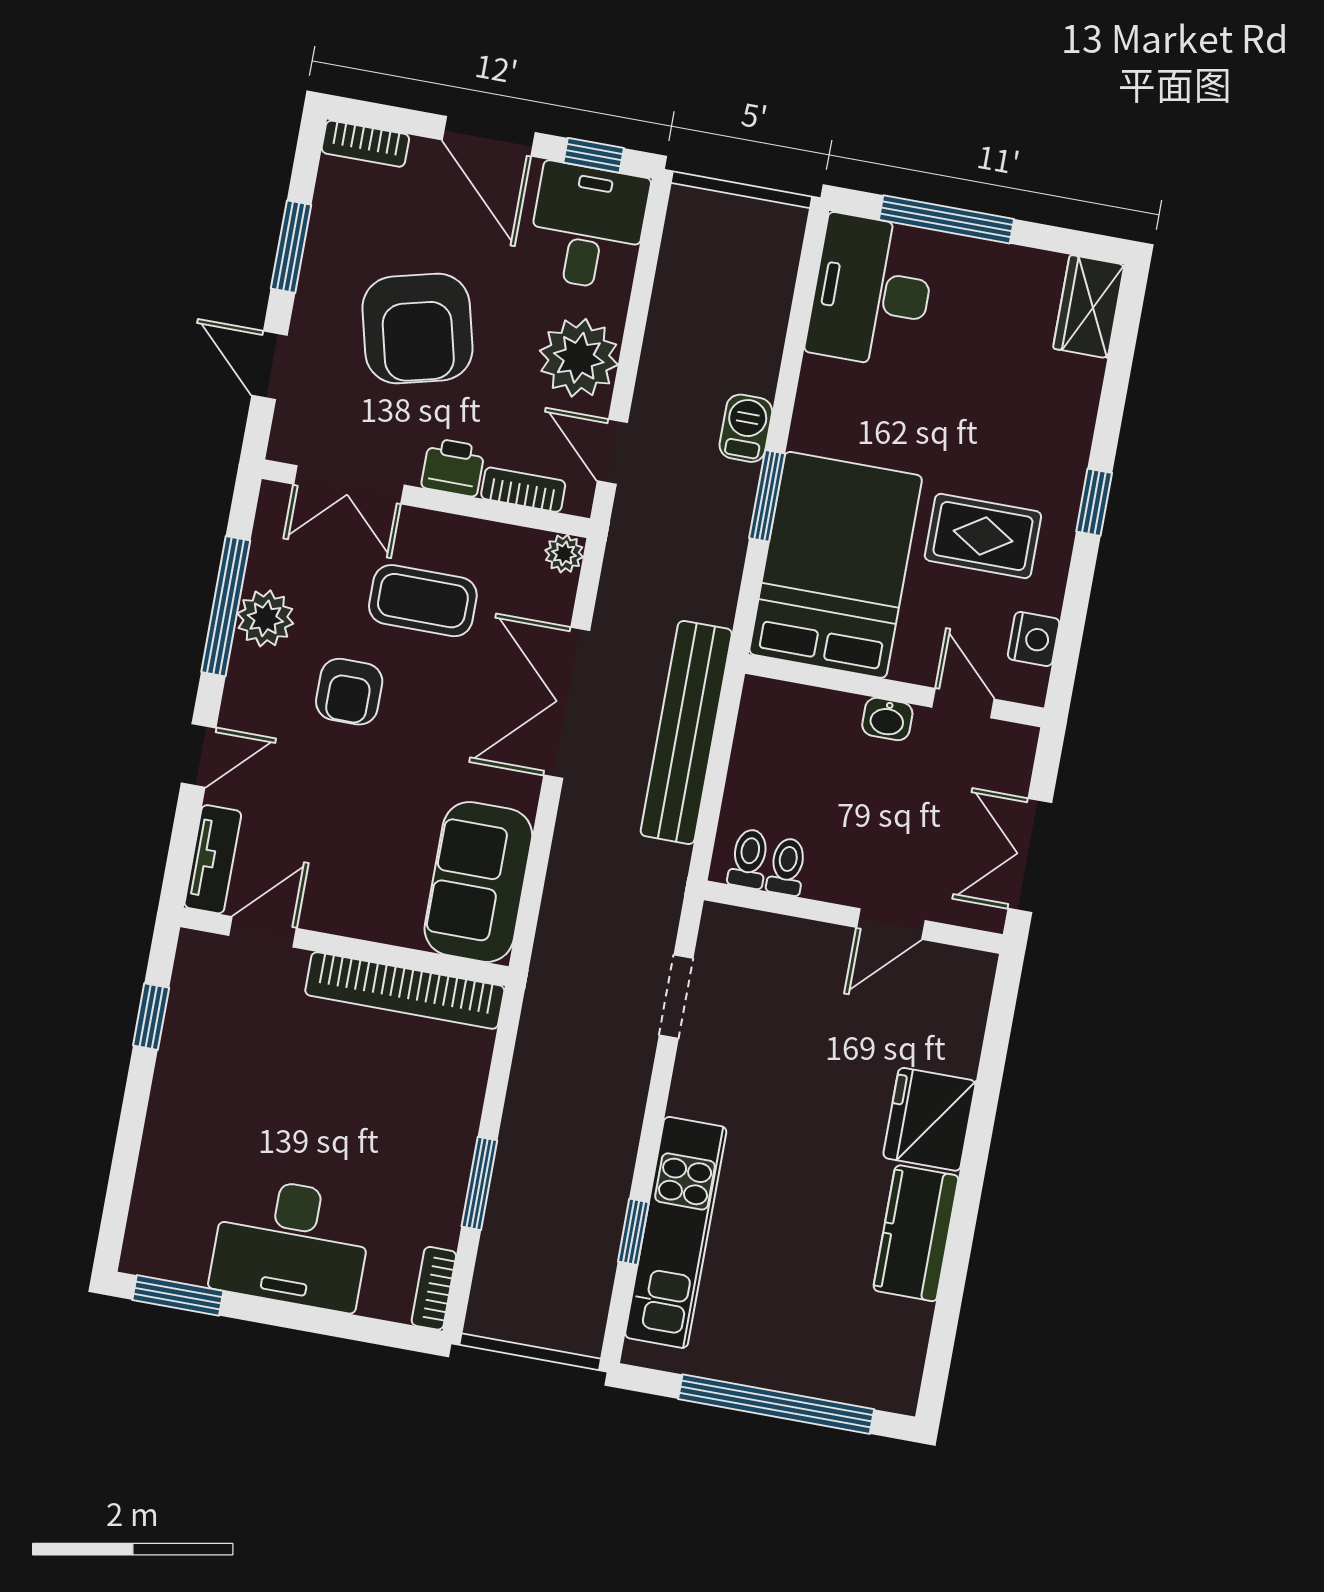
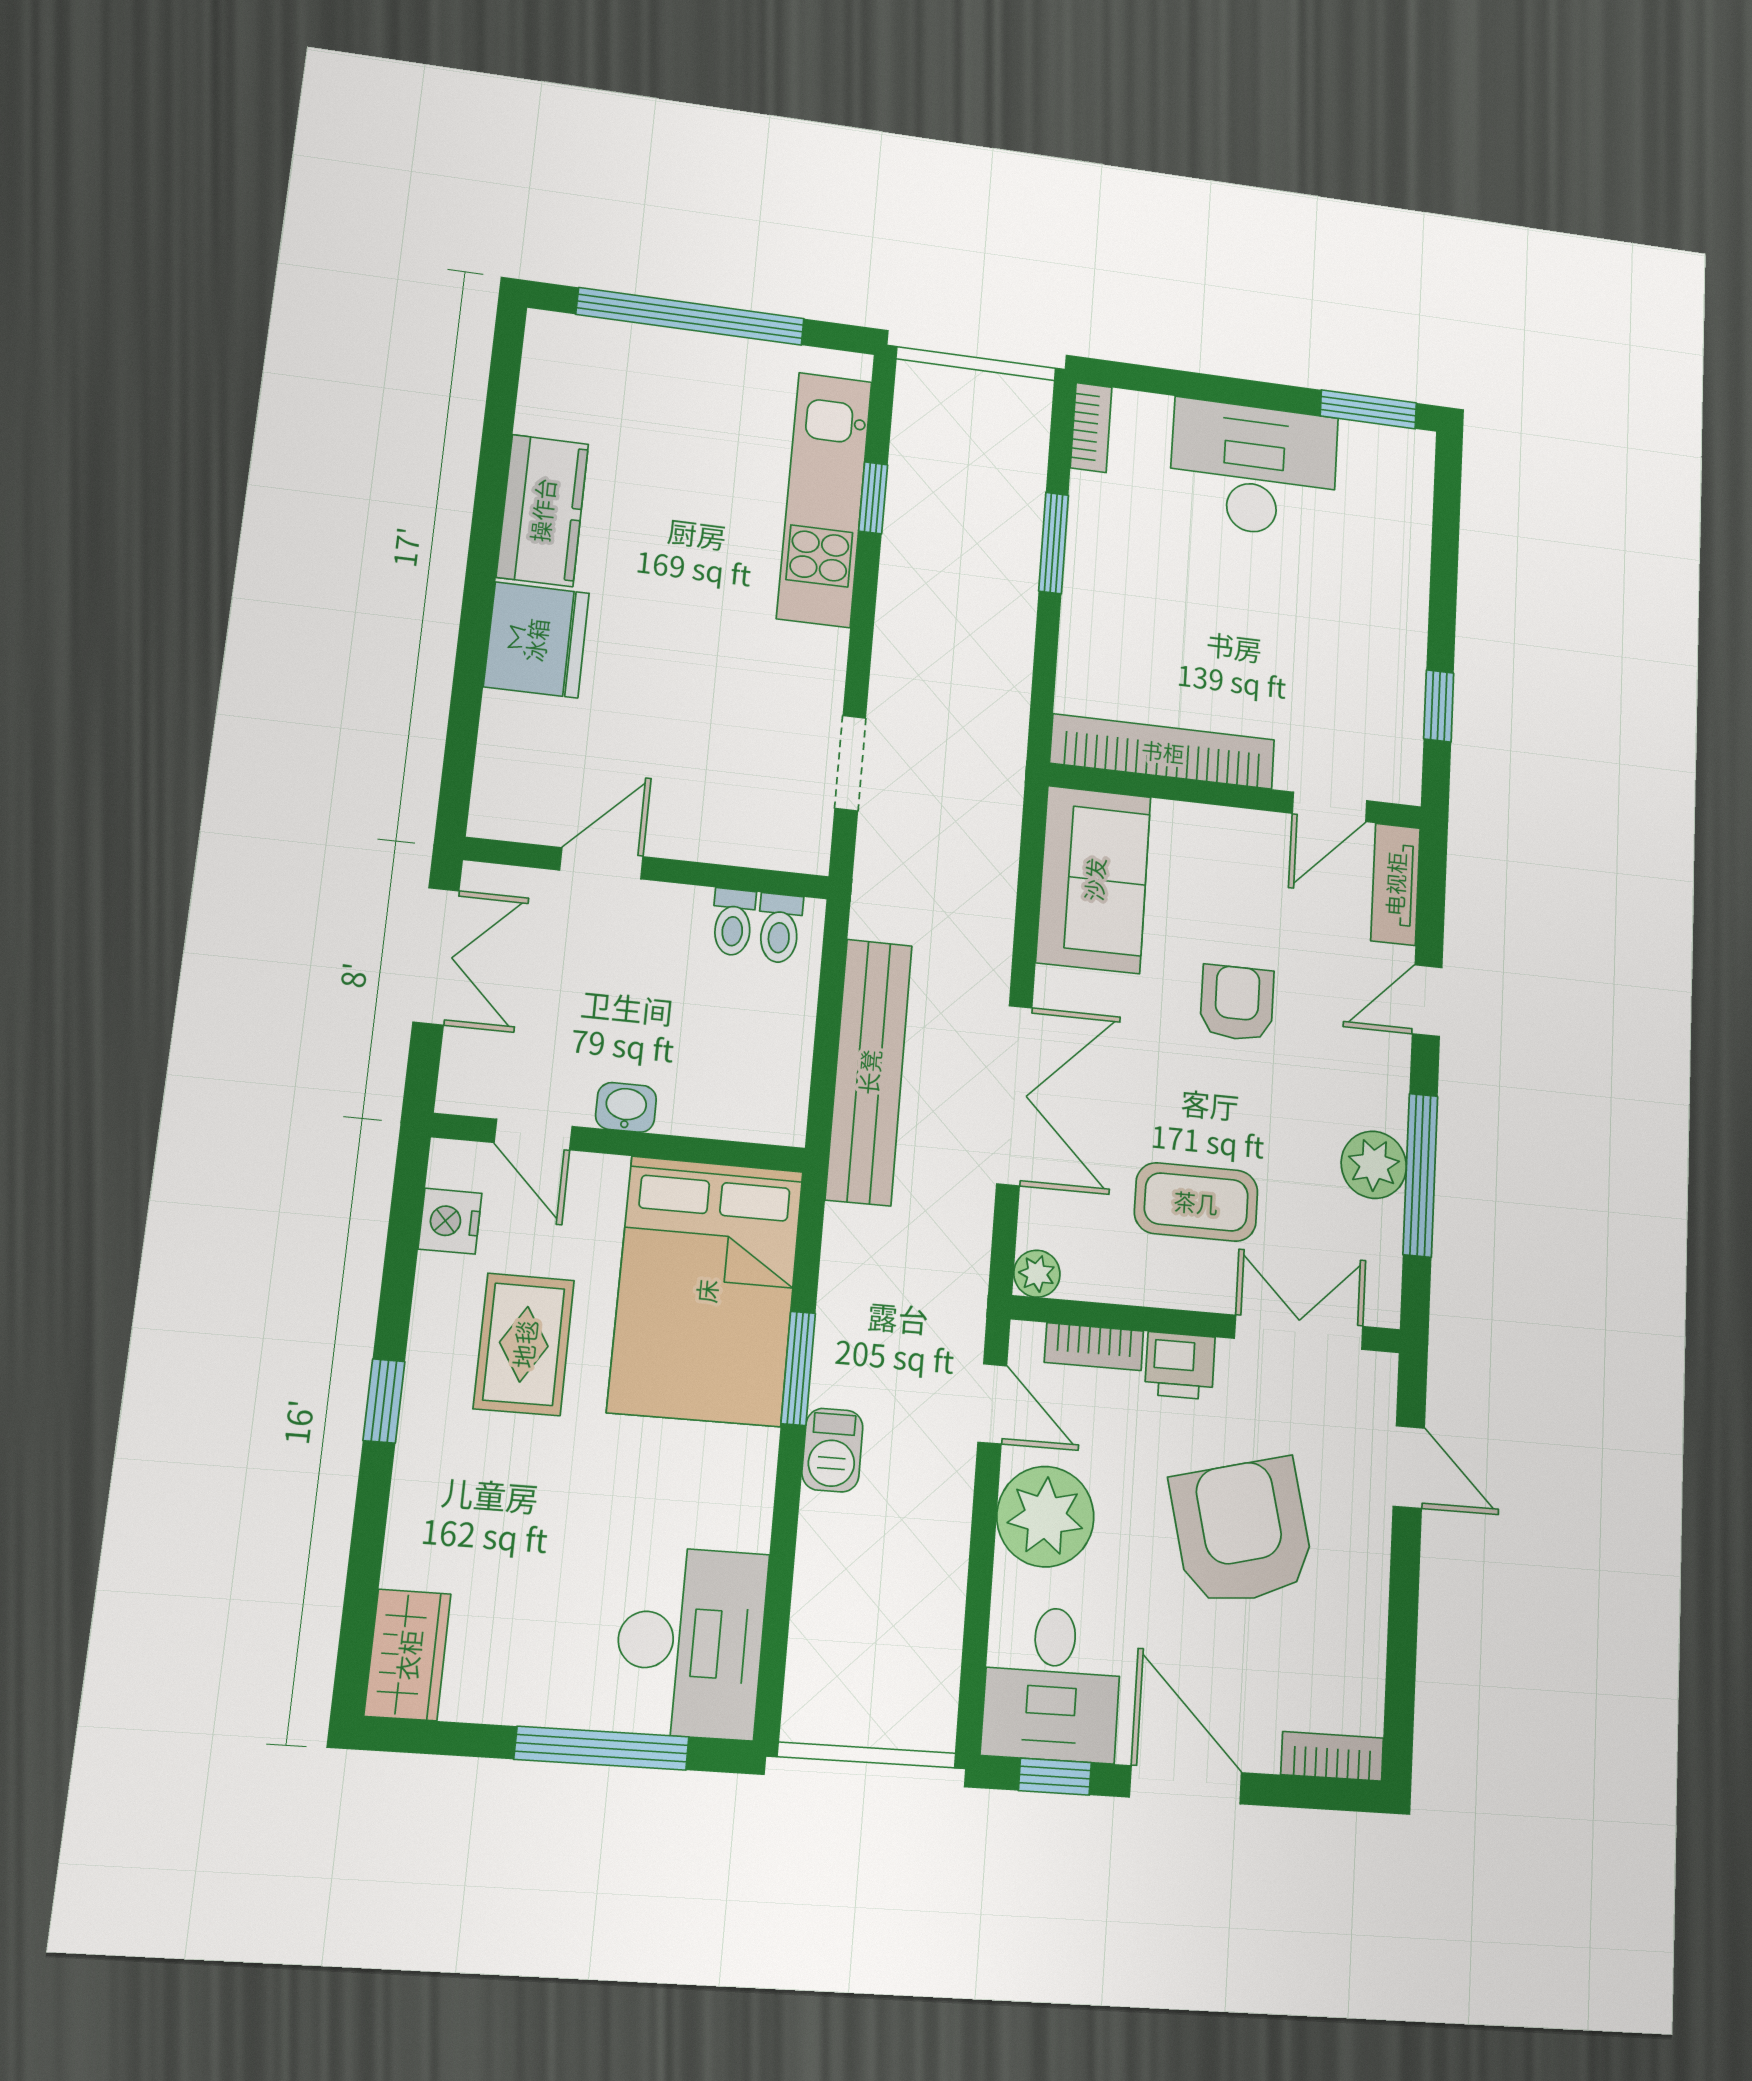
window: (291, 247) -> (1403, 1616), removed
rug: (983, 536) -> (524, 1344), turned 90
armchair: (349, 692) -> (1237, 1003), moved

